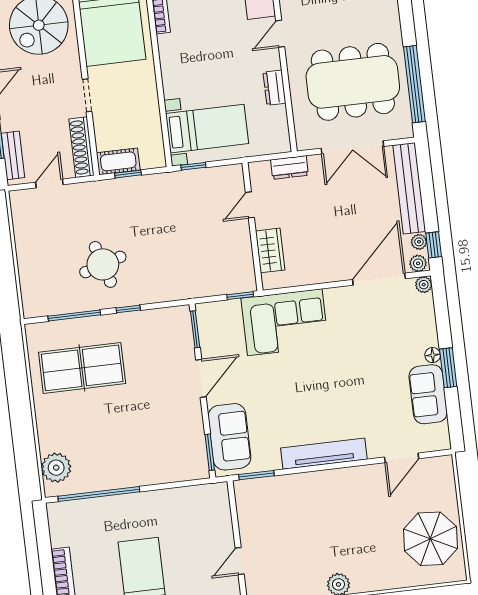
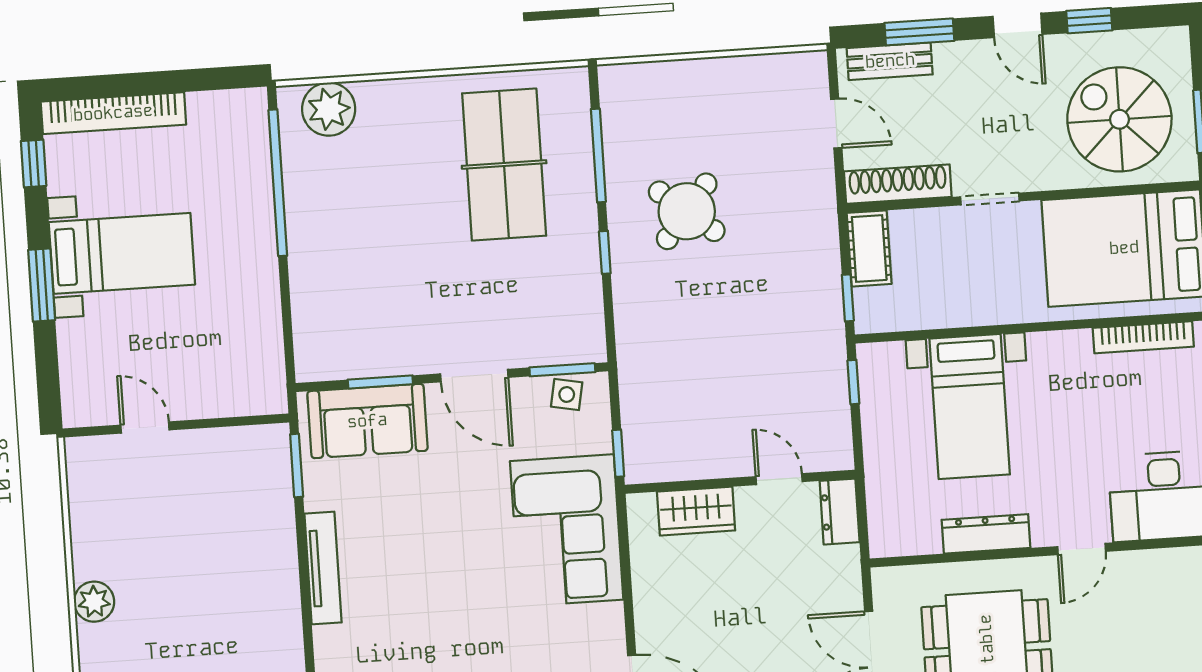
door: (280, 34) -> (1082, 549), swing flipped
dresser: (274, 88) -> (986, 534), width x1.44
bed with nightstands: (207, 129) -> (970, 407), moved
dresser: (289, 167) -> (840, 512), moved
window: (128, 174) -> (848, 298), moved
round table: (103, 264) -> (687, 211), turned -34
side table: (209, 326) -> (567, 394), added
window: (210, 452) -> (380, 382), moved
tv unit: (324, 454) -> (323, 568), width x0.73, depth x0.78

